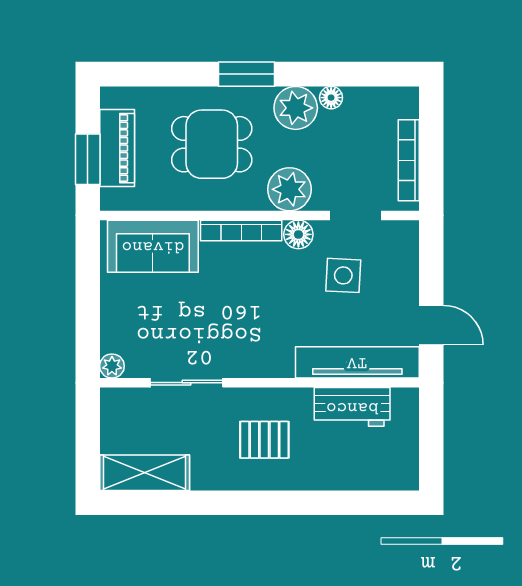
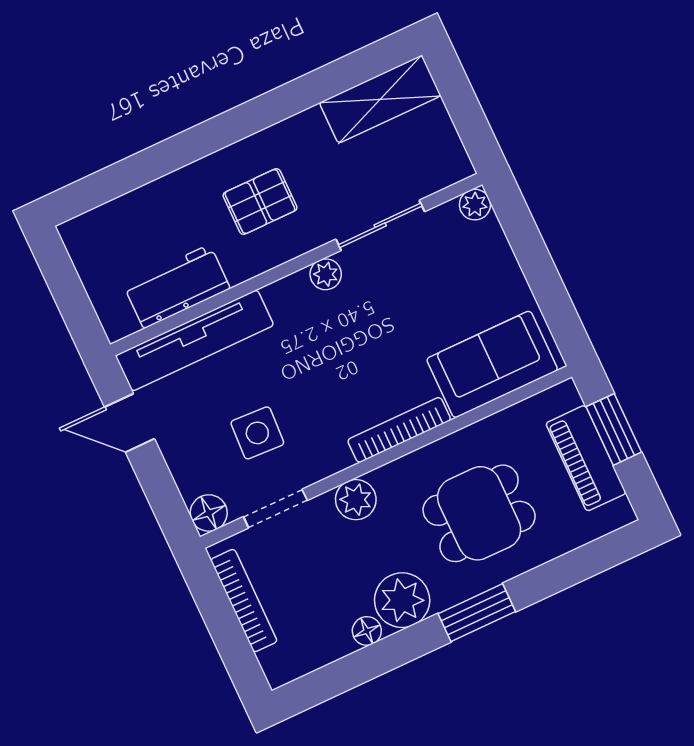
plant: (289, 189) -> (356, 500), width x0.73, depth x0.73
floor lamp: (298, 234) -> (209, 513), moved
plant: (242, 366) -> (326, 274), added

